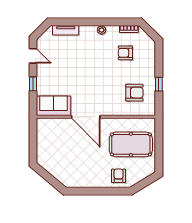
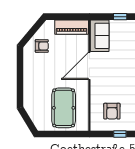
piano: (44, 136) -> (72, 27), added
armchair: (119, 176) -> (42, 46), moved

